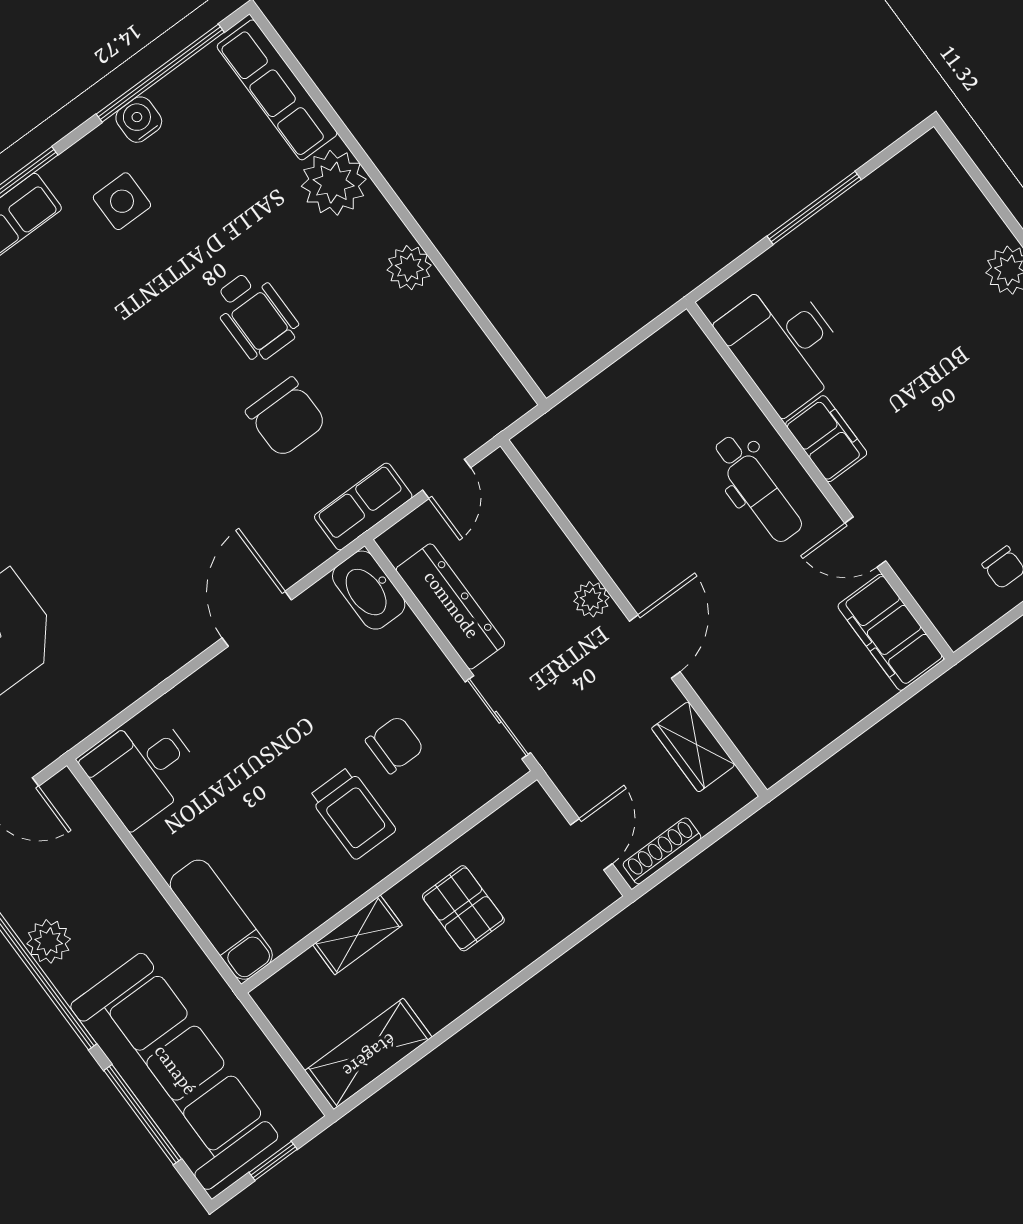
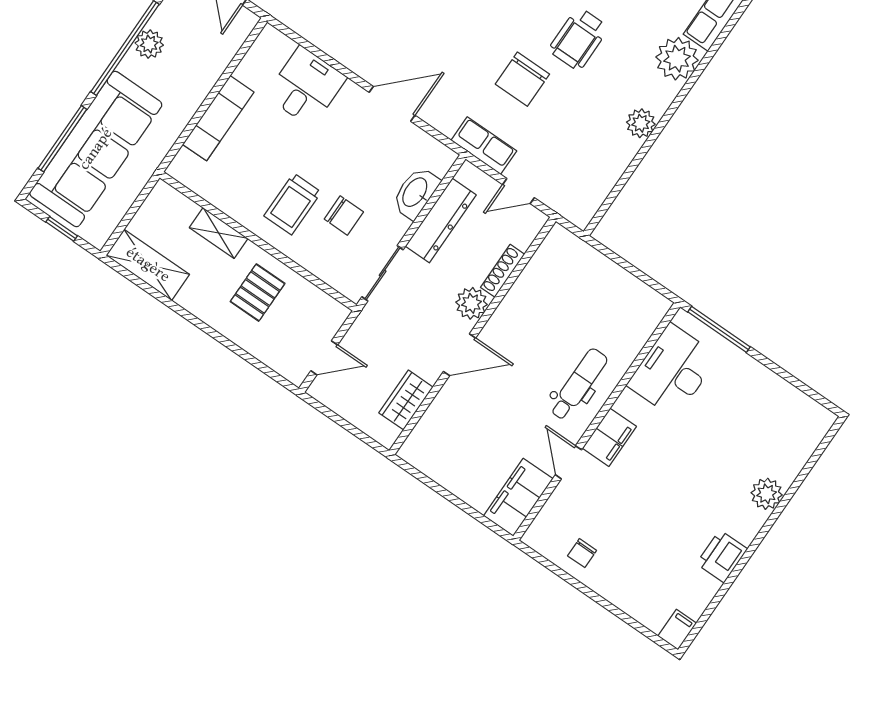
window: (814, 208) -> (719, 329), moved
filing cabinet: (826, 439) -> (609, 437), moved
dental chair: (757, 488) -> (579, 384), turned 180
washbasin: (369, 590) -> (416, 193), moved
plant: (591, 599) -> (471, 303), width x1.38, depth x1.38
desk: (142, 769) -> (306, 87), moved, turned 90
shoe rack: (662, 851) -> (503, 271), moved, turned -90
exam couch: (221, 920) -> (218, 118), moved

